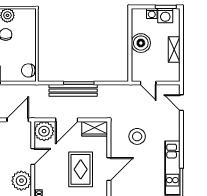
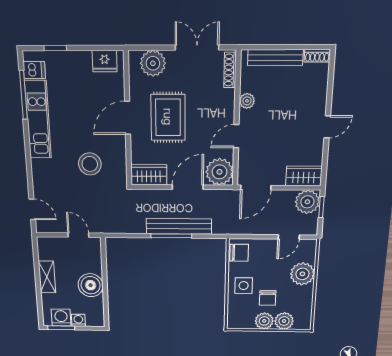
side table: (24, 44) -> (244, 286), added
plant: (21, 181) -> (247, 101), width x0.53, depth x0.53

